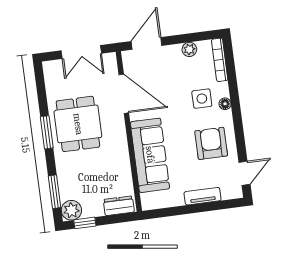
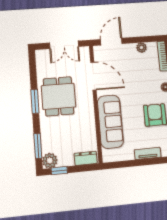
side table: (202, 99) -> (149, 83), removed

